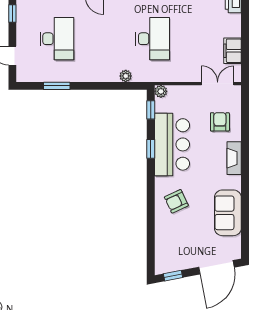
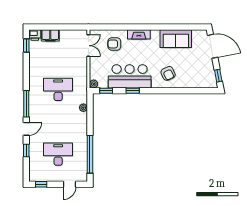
filing cabinet: (233, 51) -> (50, 35), moved
double door: (218, 84) -> (88, 46), swing flipped
window: (57, 86) -> (90, 154), width x2.11

